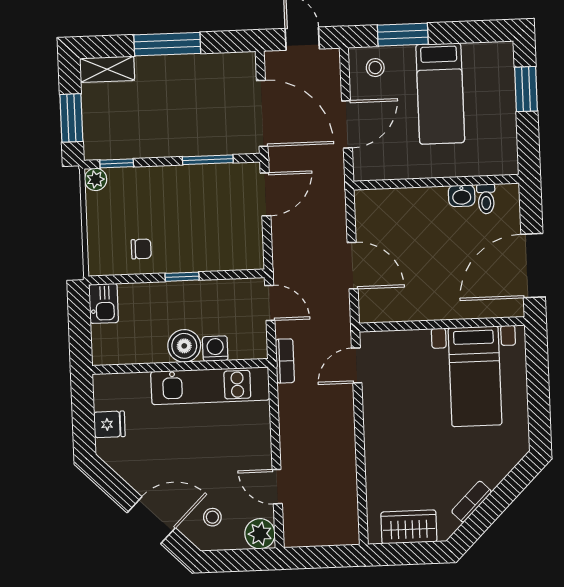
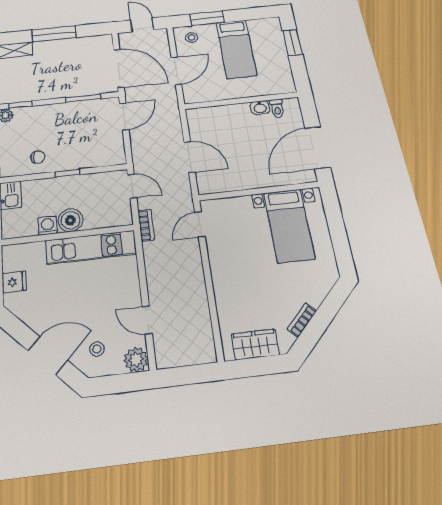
washing machine: (215, 349) -> (48, 226), moved

